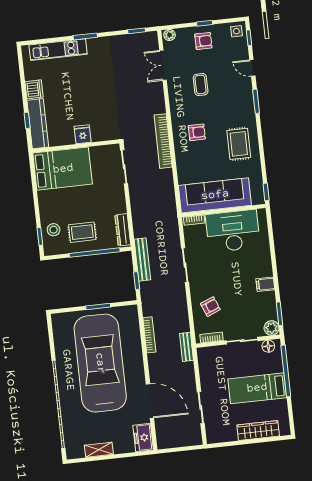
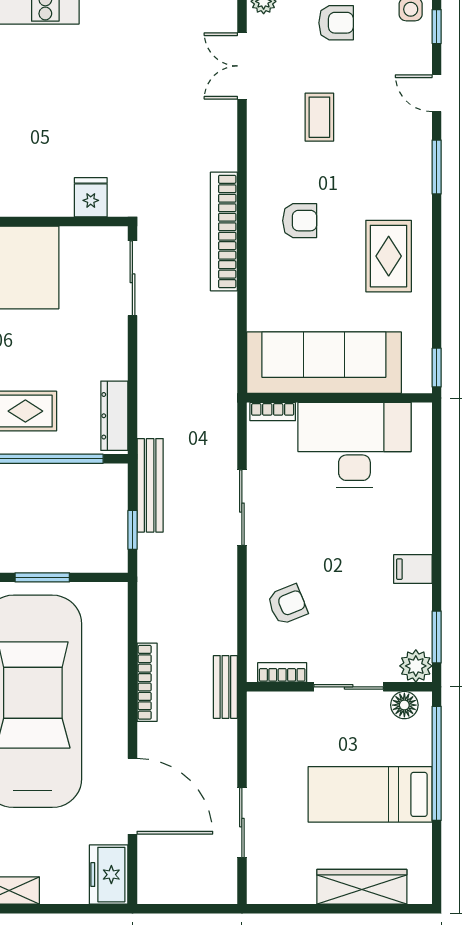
fridge: (83, 134) -> (91, 197), moved
bookcase: (149, 335) -> (147, 682), moved

